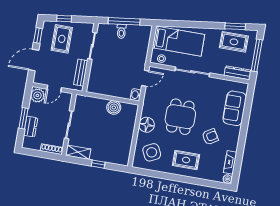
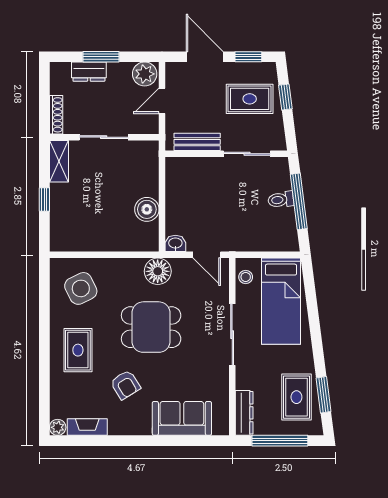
door: (54, 88) -> (162, 101), hinge flipped
floor lamp: (147, 125) -> (158, 271), moved

